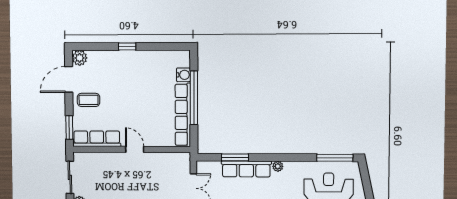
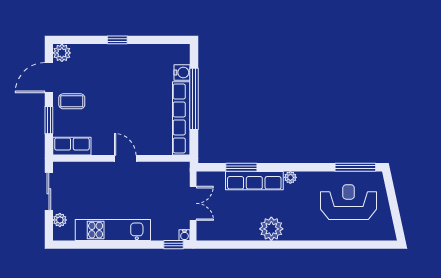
window: (69, 128) -> (49, 120), moved
row of seats: (97, 139) -> (72, 146), width x0.68

